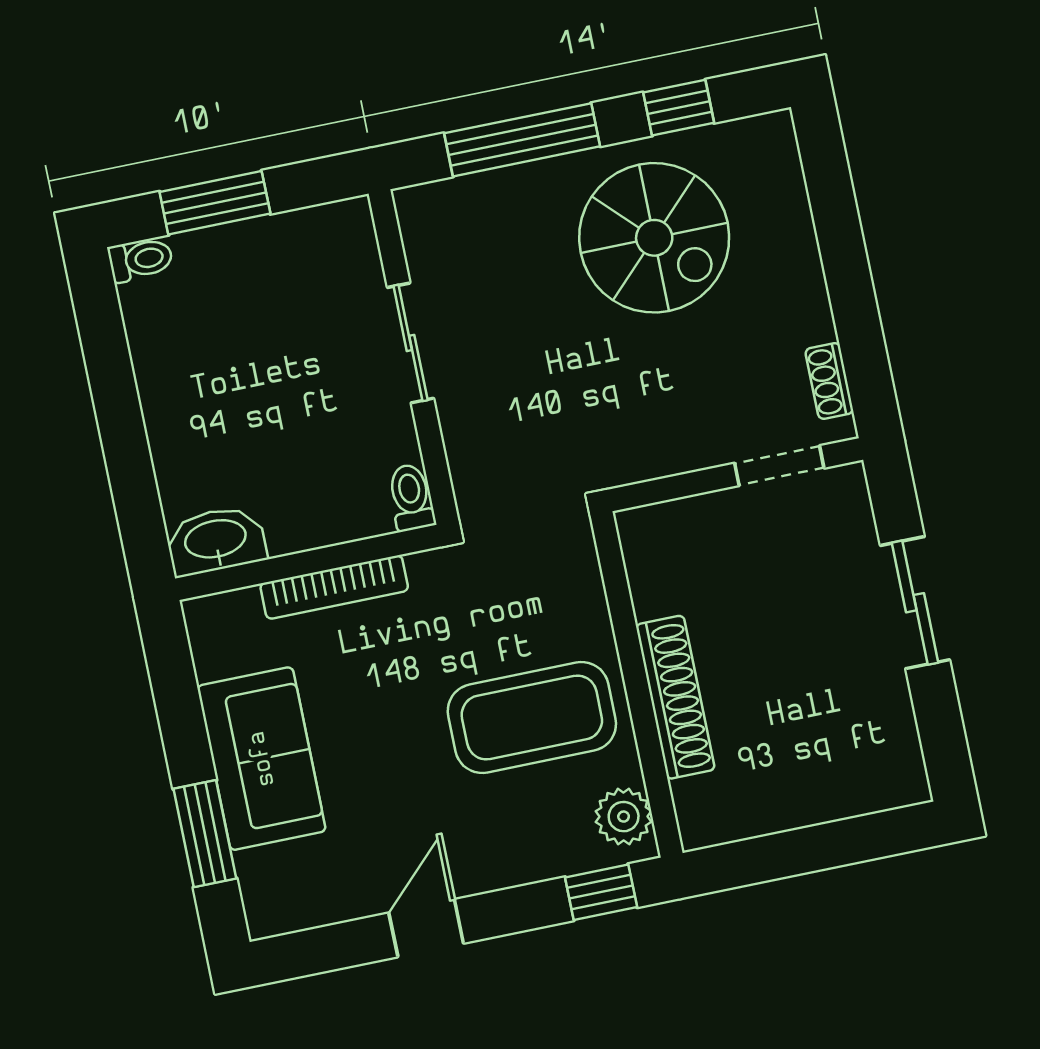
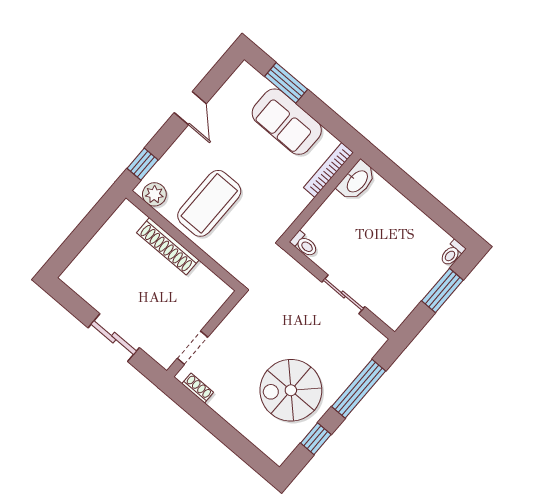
bookcase: (334, 587) -> (328, 170), moved

